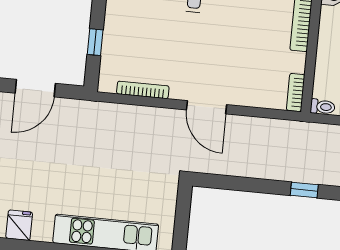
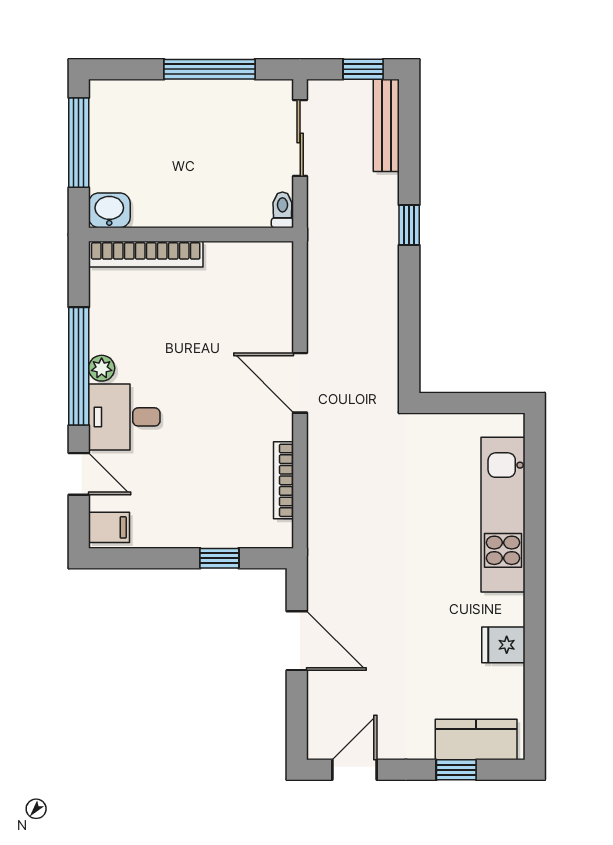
bookcase: (296, 92) -> (265, 252), removed
door: (206, 107) -> (300, 383), swing flipped

